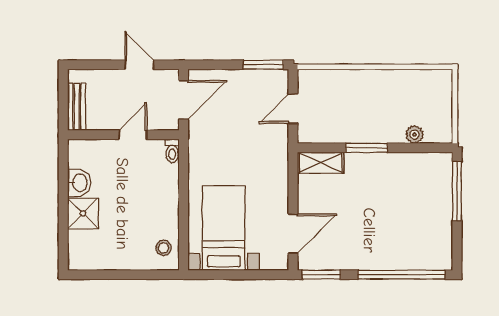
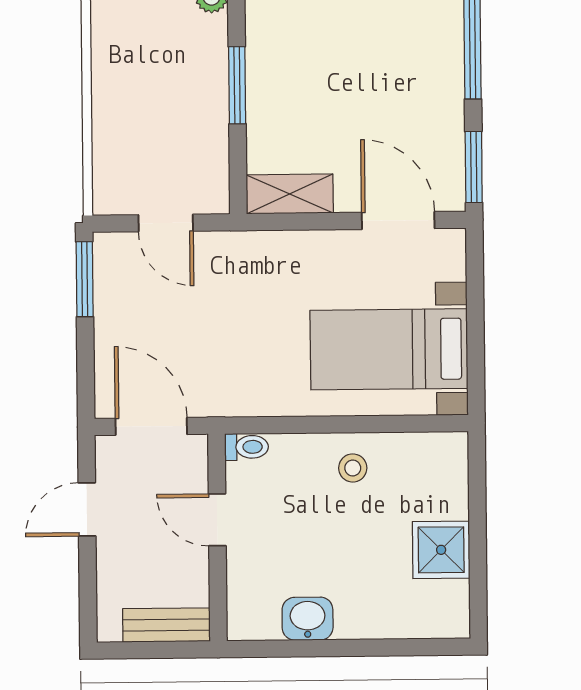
shelving: (321, 163) -> (290, 194), moved, turned 90
shower: (83, 214) -> (441, 550), moved
stool: (164, 248) -> (353, 468), moved

